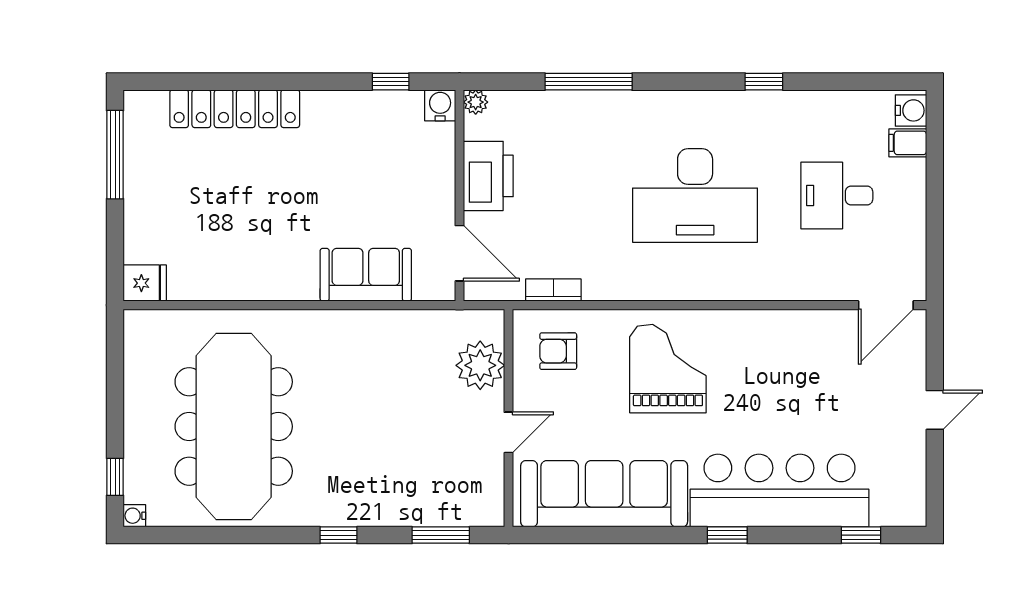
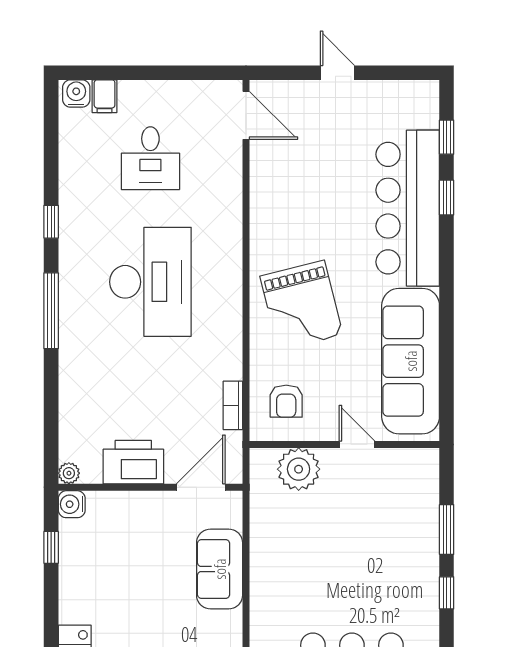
window: (589, 82) -> (51, 311), moved
grand piano: (668, 369) -> (301, 305), turned -104
window: (441, 535) -> (447, 529), moved
window: (727, 535) -> (447, 198), moved

